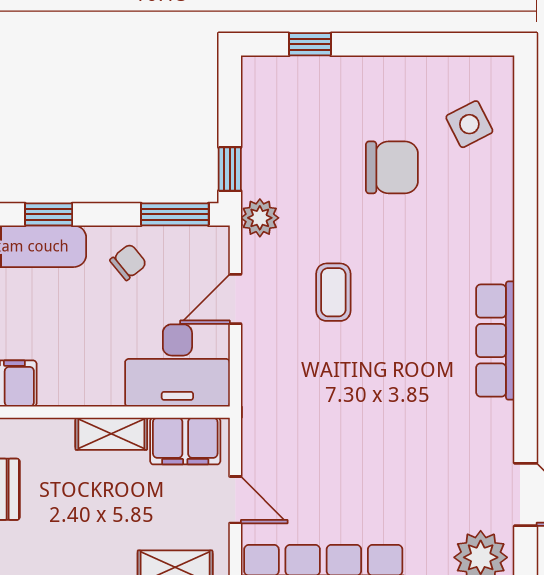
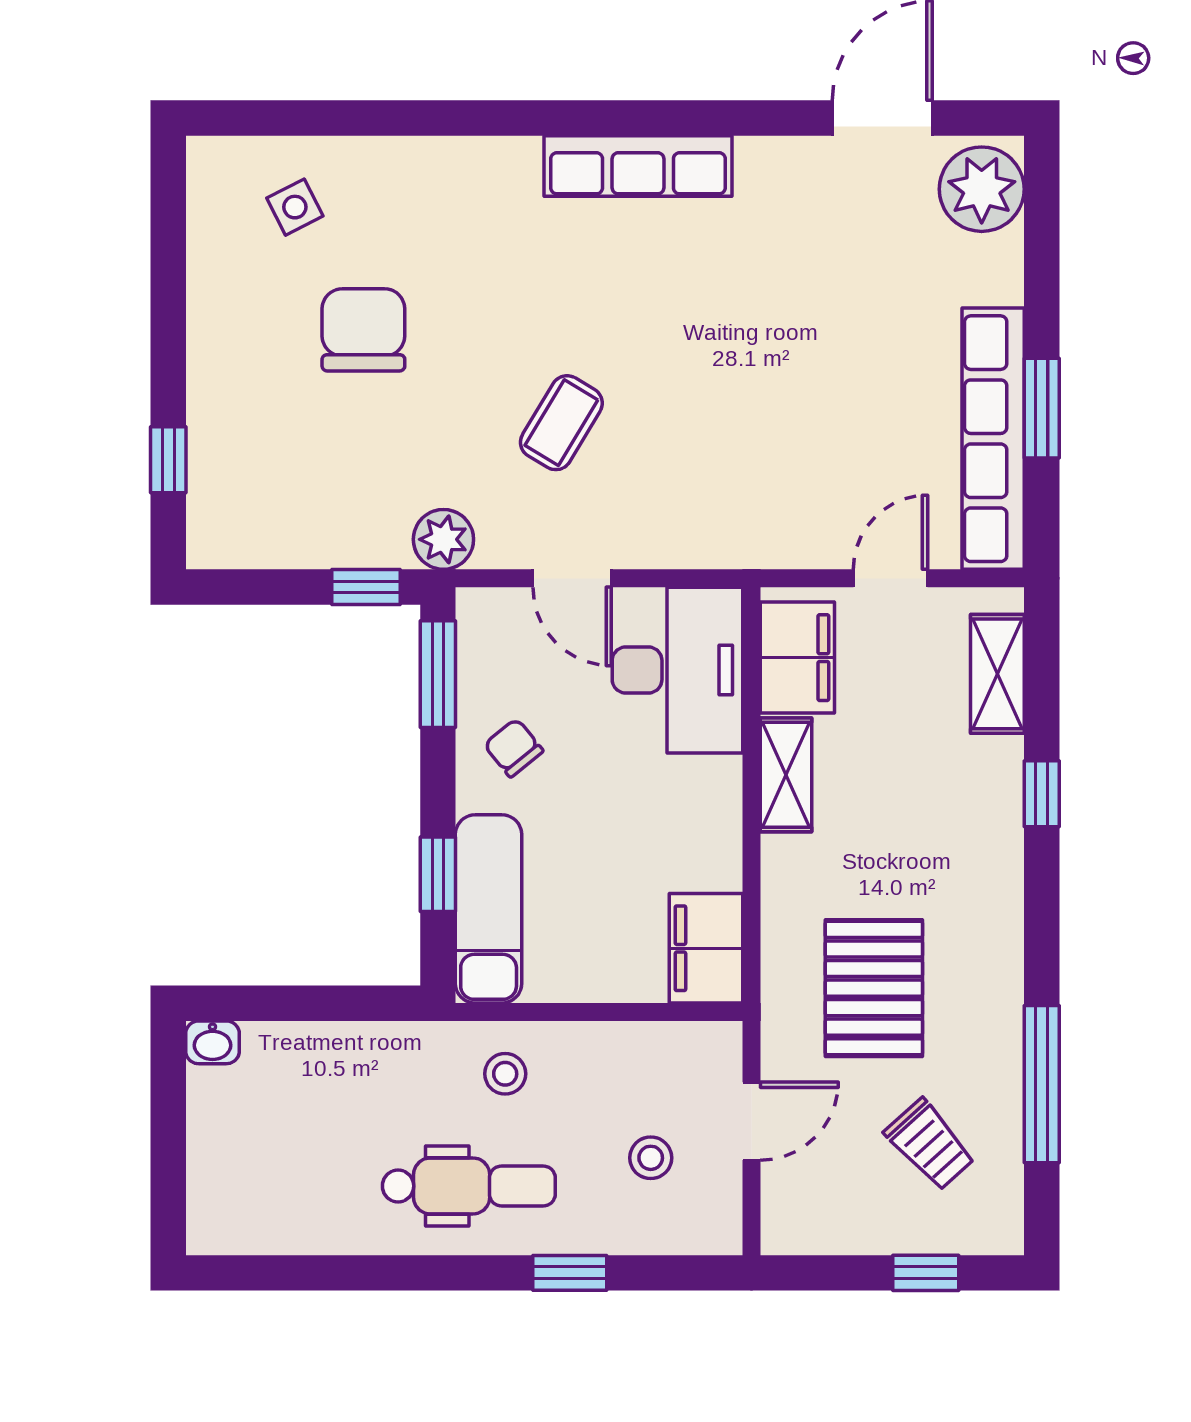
side table: (469, 124) -> (295, 207), width x0.73, depth x0.73
coffee table: (333, 292) -> (561, 423), turned -59

